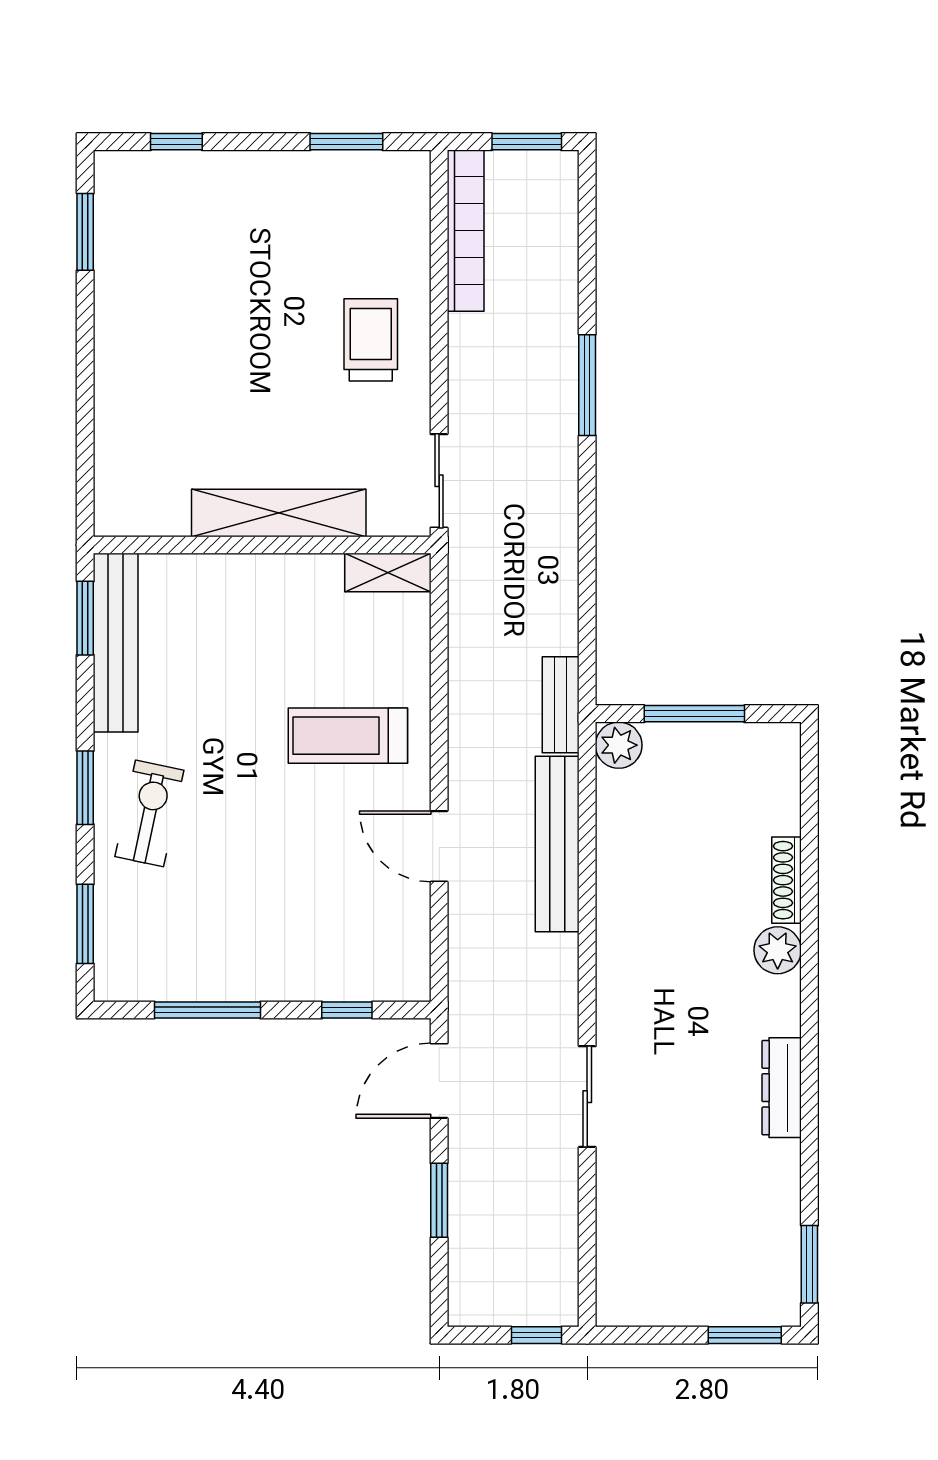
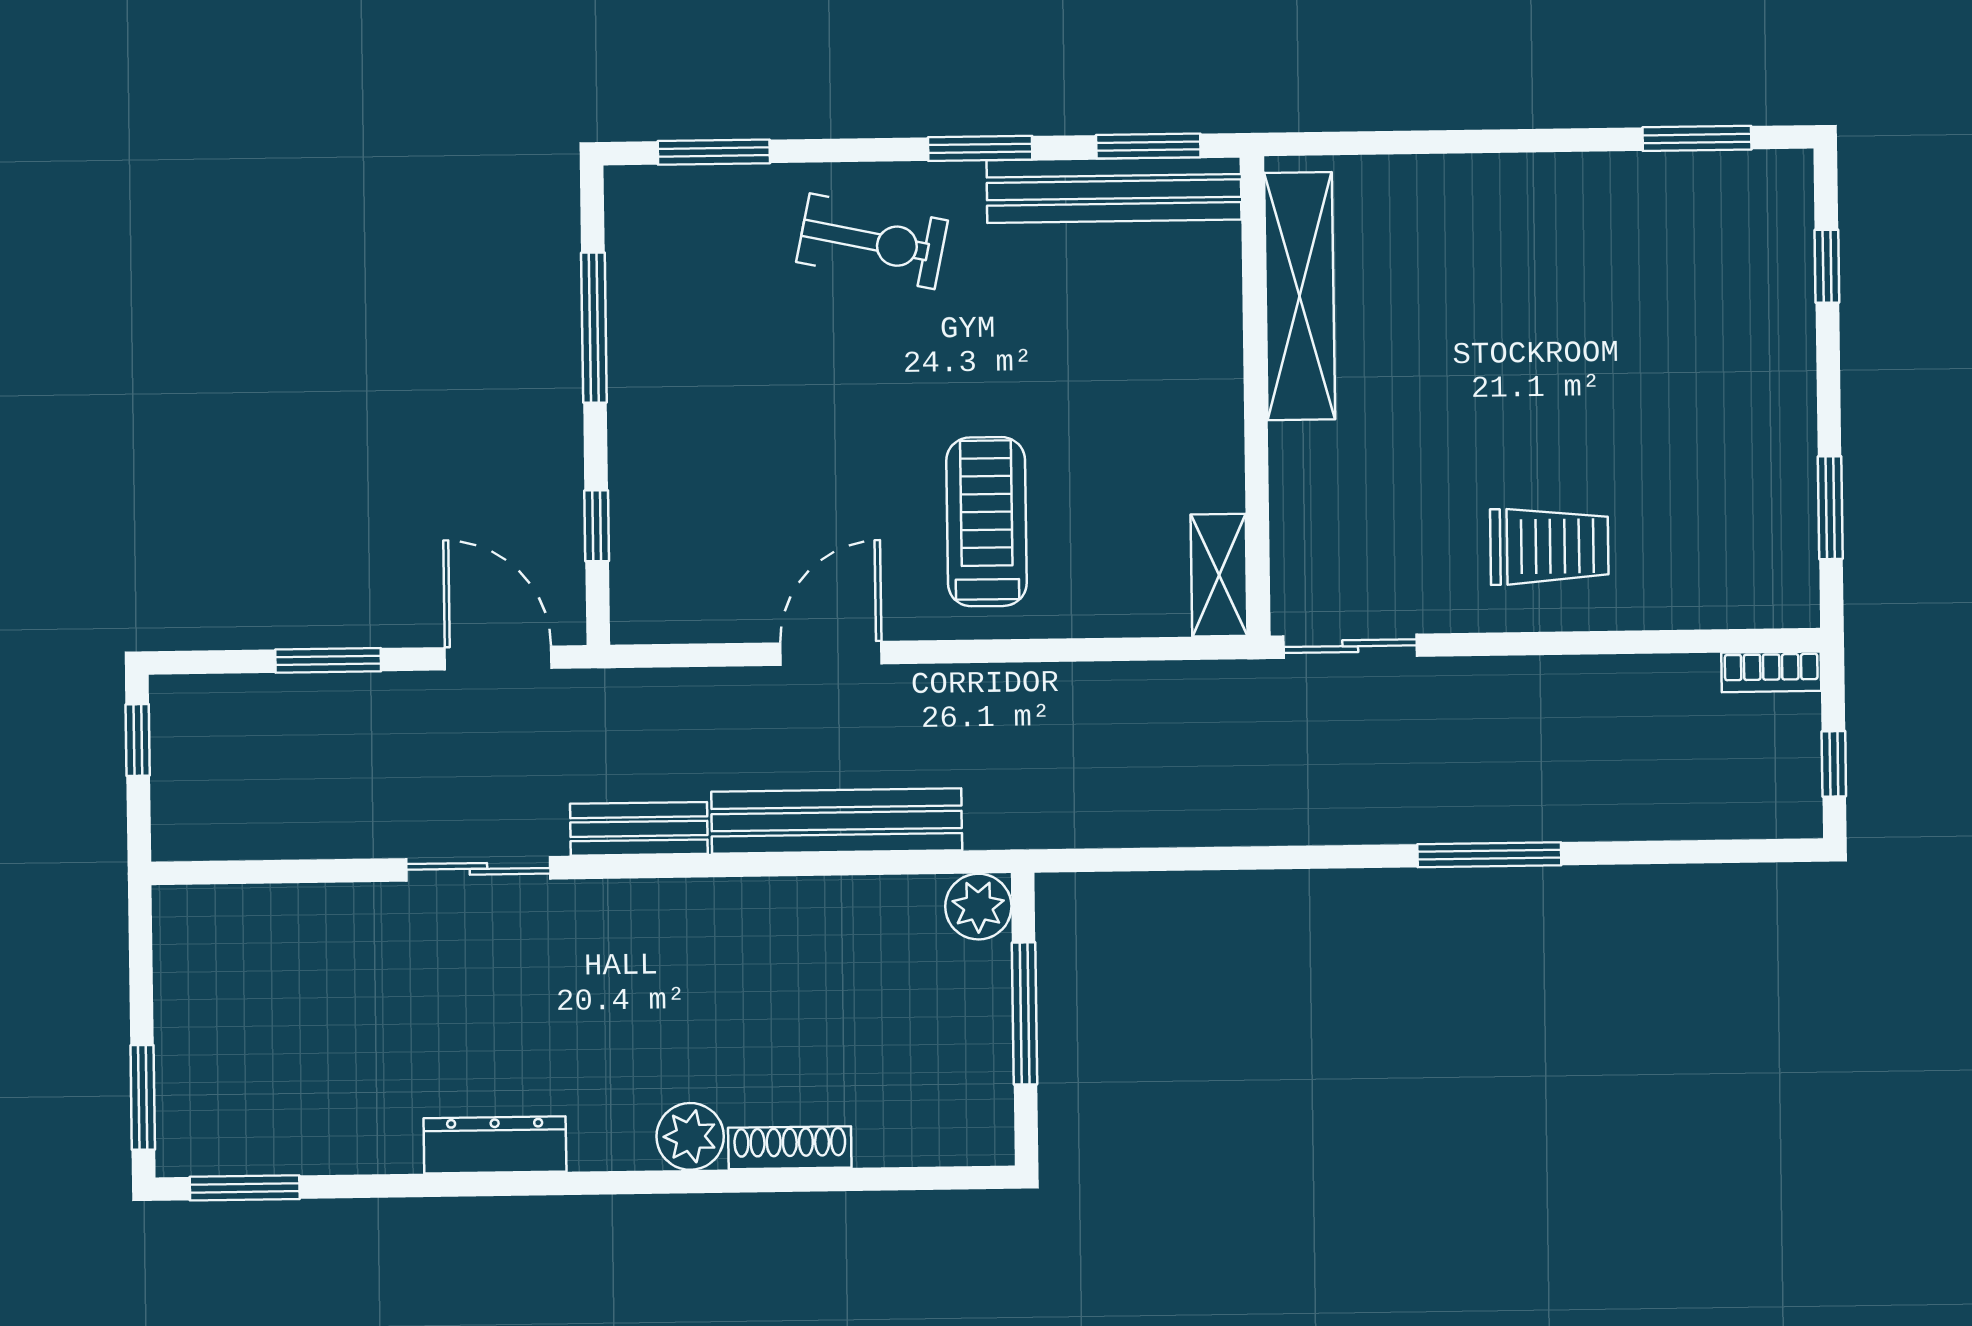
window: (527, 142) -> (1834, 764), width x0.67
bookcase: (466, 231) -> (1771, 672), width x0.43, depth x0.76
shelving: (279, 513) -> (1300, 296), moved
bench: (561, 705) -> (639, 829), moved
window: (85, 788) -> (980, 148), moved
window: (536, 1335) -> (138, 740), moved

